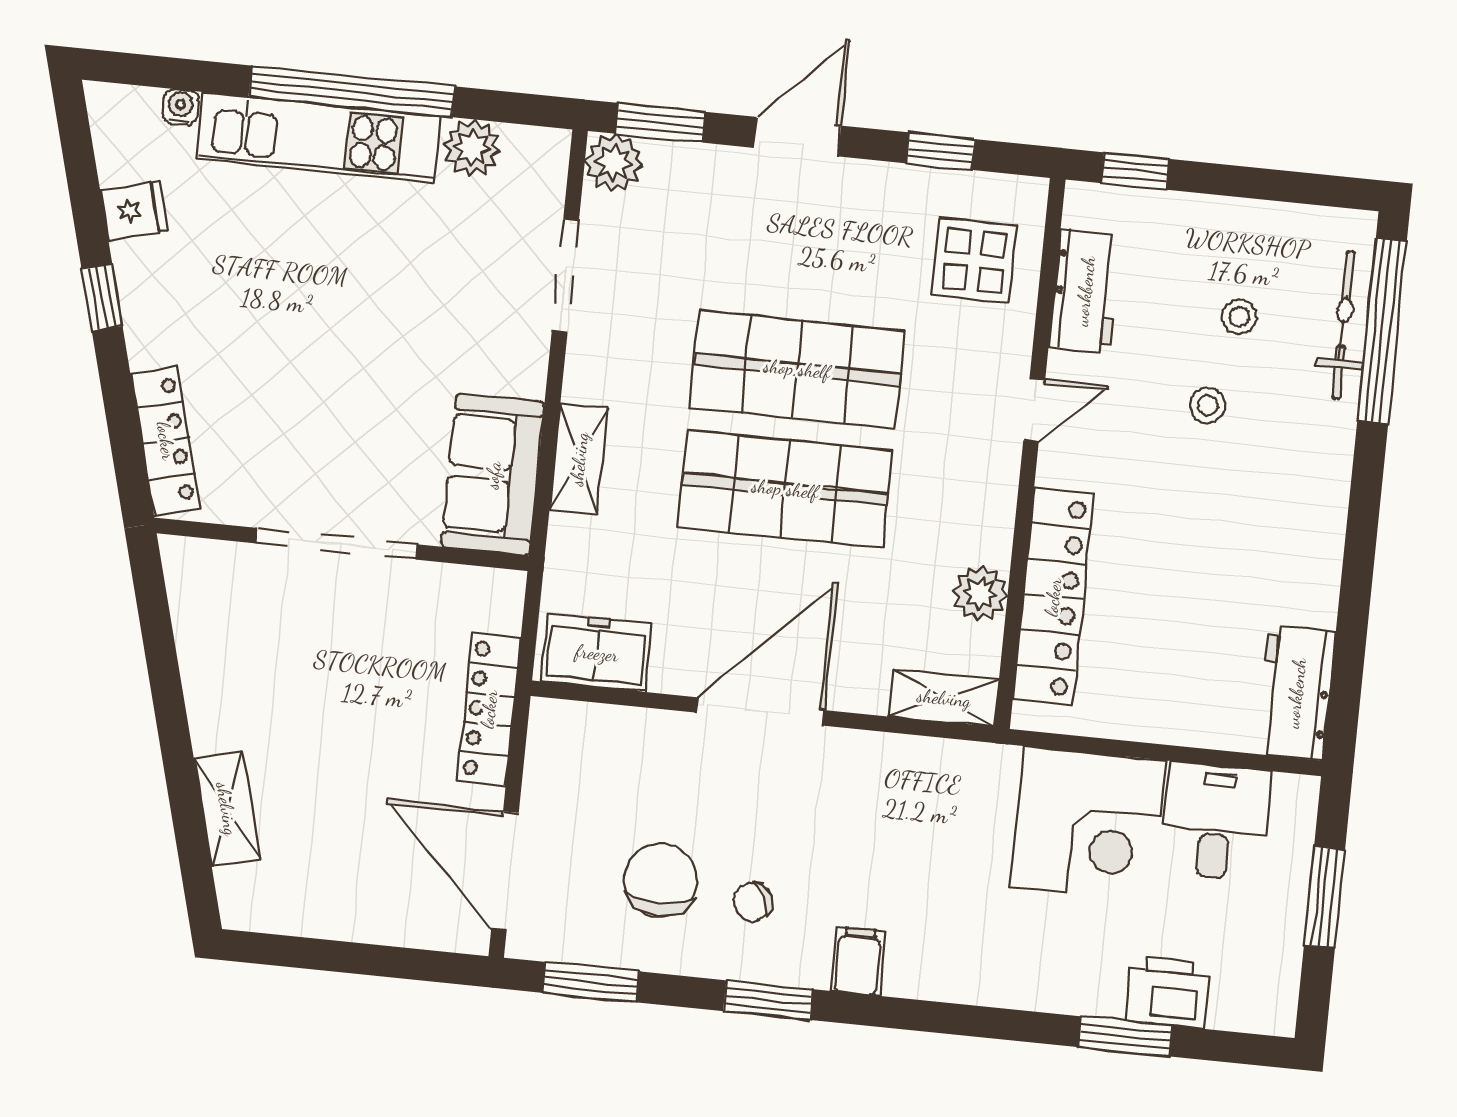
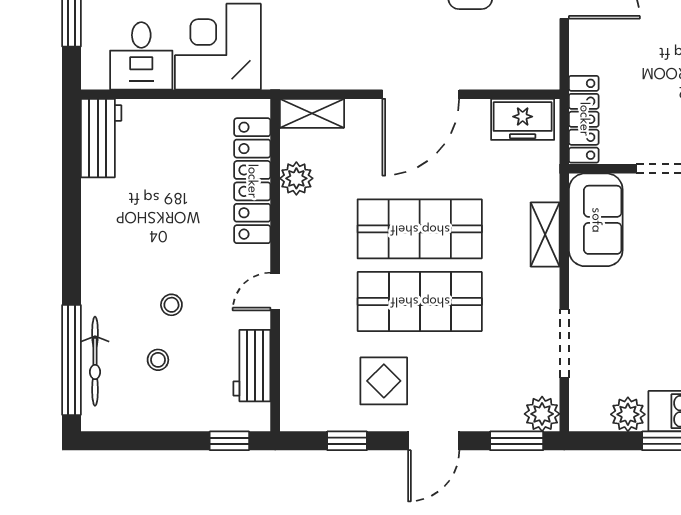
display table: (974, 261) -> (384, 381), moved
locker: (489, 709) -> (584, 119), moved

